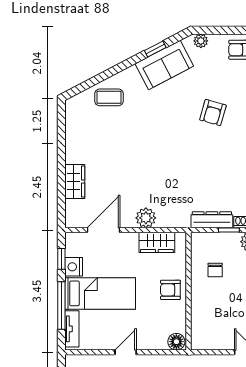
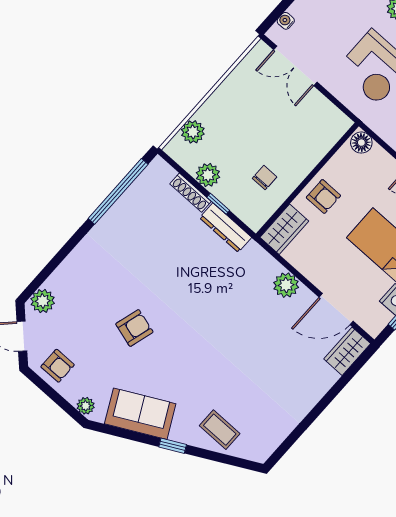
window: (155, 49) -> (173, 446), moved
wardrobe: (75, 182) -> (347, 351), moved
wardrobe: (157, 242) -> (284, 229), moved, turned 90

